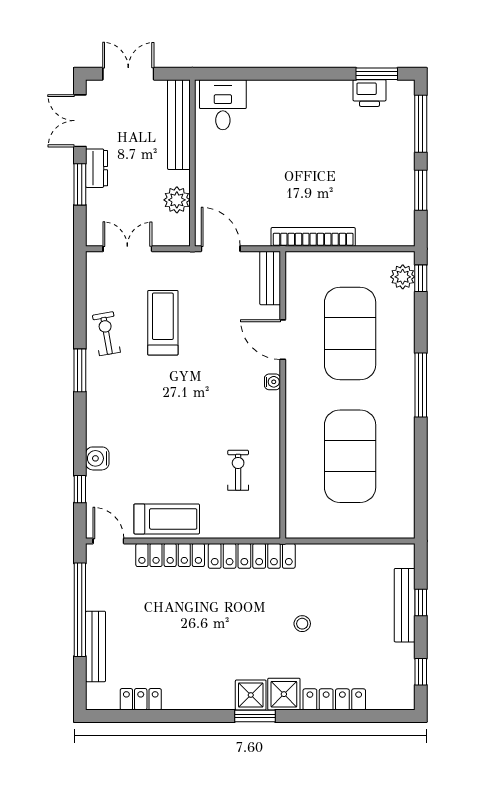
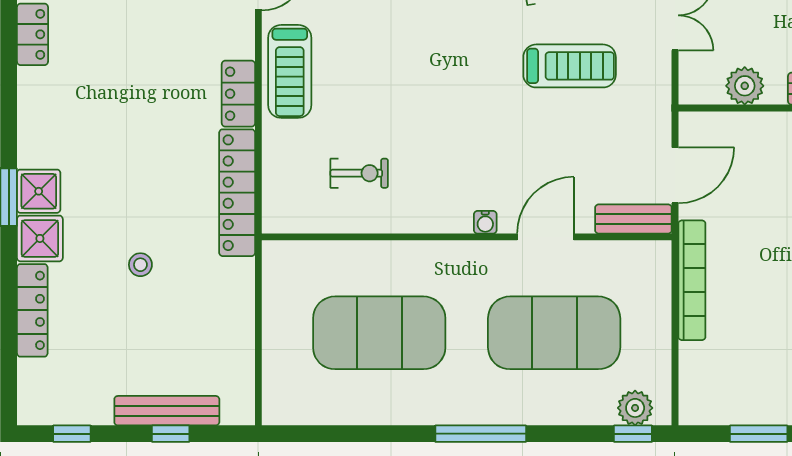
door: (221, 249) -> (675, 175), moved
locker: (170, 555) -> (238, 94), width x0.66

